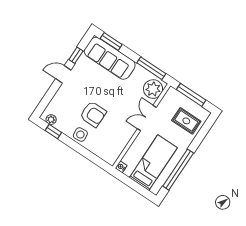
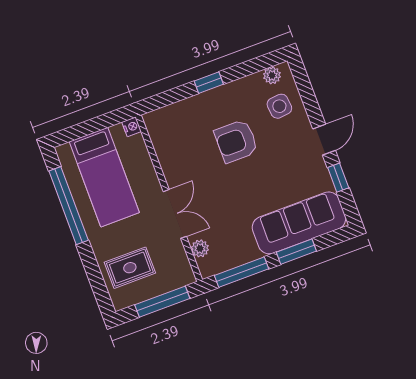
window: (111, 41) -> (296, 252), moved
plant: (153, 89) -> (200, 248), width x0.53, depth x0.53
window: (53, 131) -> (209, 83), moved
side table: (80, 134) -> (279, 106), moved

